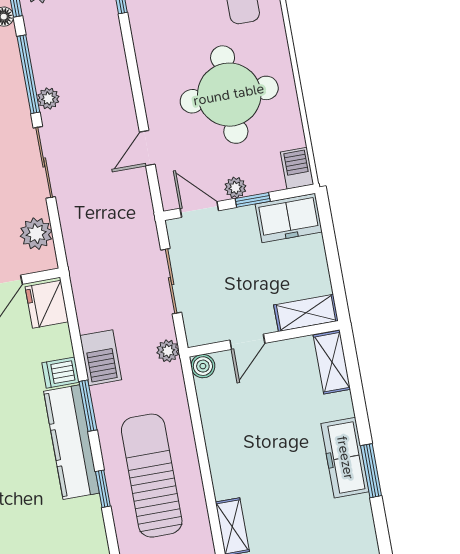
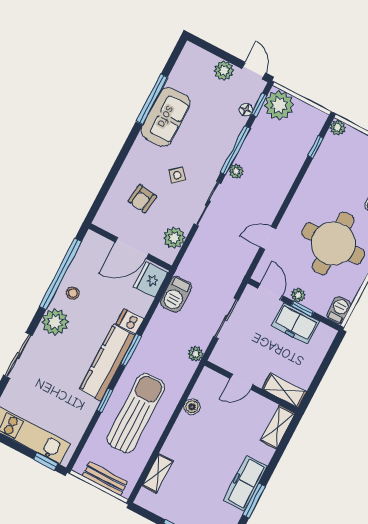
freezer: (289, 218) -> (296, 323), moved
barbecue: (101, 358) -> (176, 294), moved
boiler: (203, 366) -> (192, 407), moved

